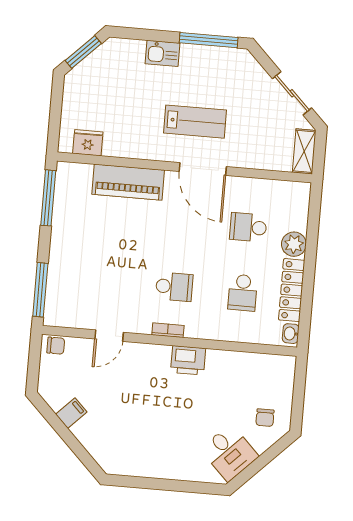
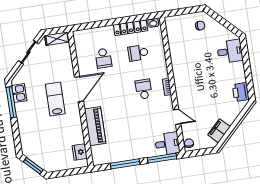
kitchen sink: (162, 53) -> (19, 93), moved
window: (48, 198) -> (125, 164), moved
plant: (294, 244) -> (106, 32), removed
school desk: (243, 293) -> (138, 53), turned 180
desk: (64, 306) -> (167, 144), added
printer: (188, 360) -> (241, 92), moved, turned 180
filing cabinet: (71, 413) -> (219, 131), width x2.00
desk: (229, 453) -> (230, 51), moved, turned 45

